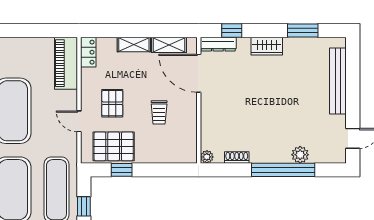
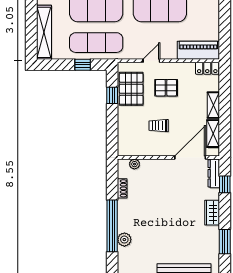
plant: (207, 157) -> (134, 164), moved

